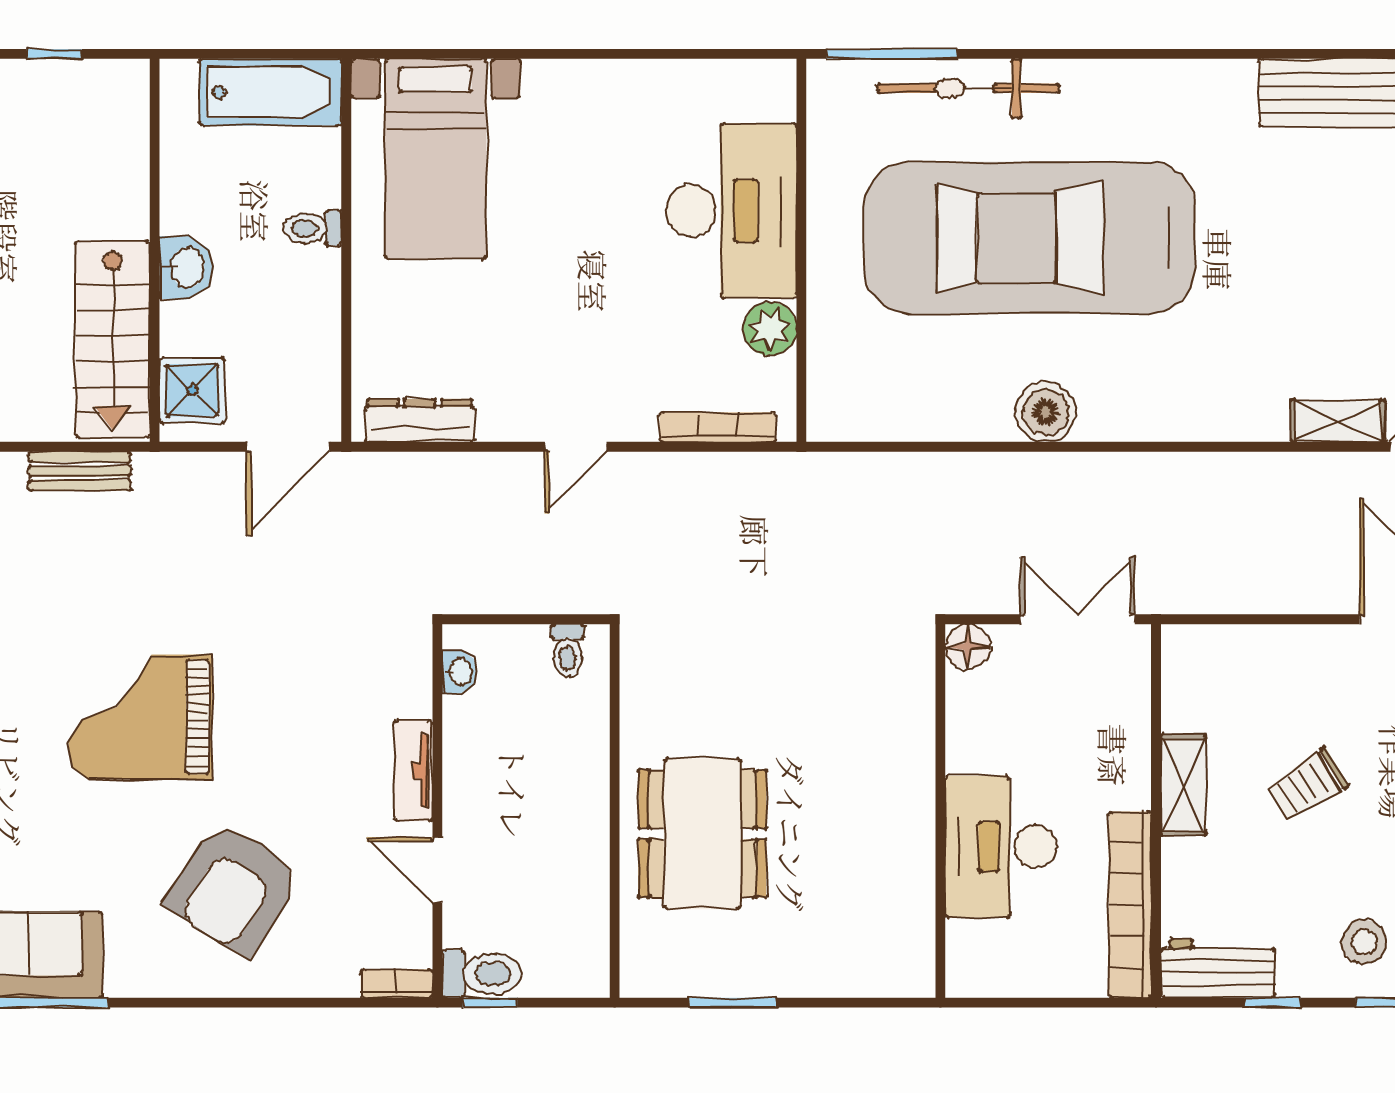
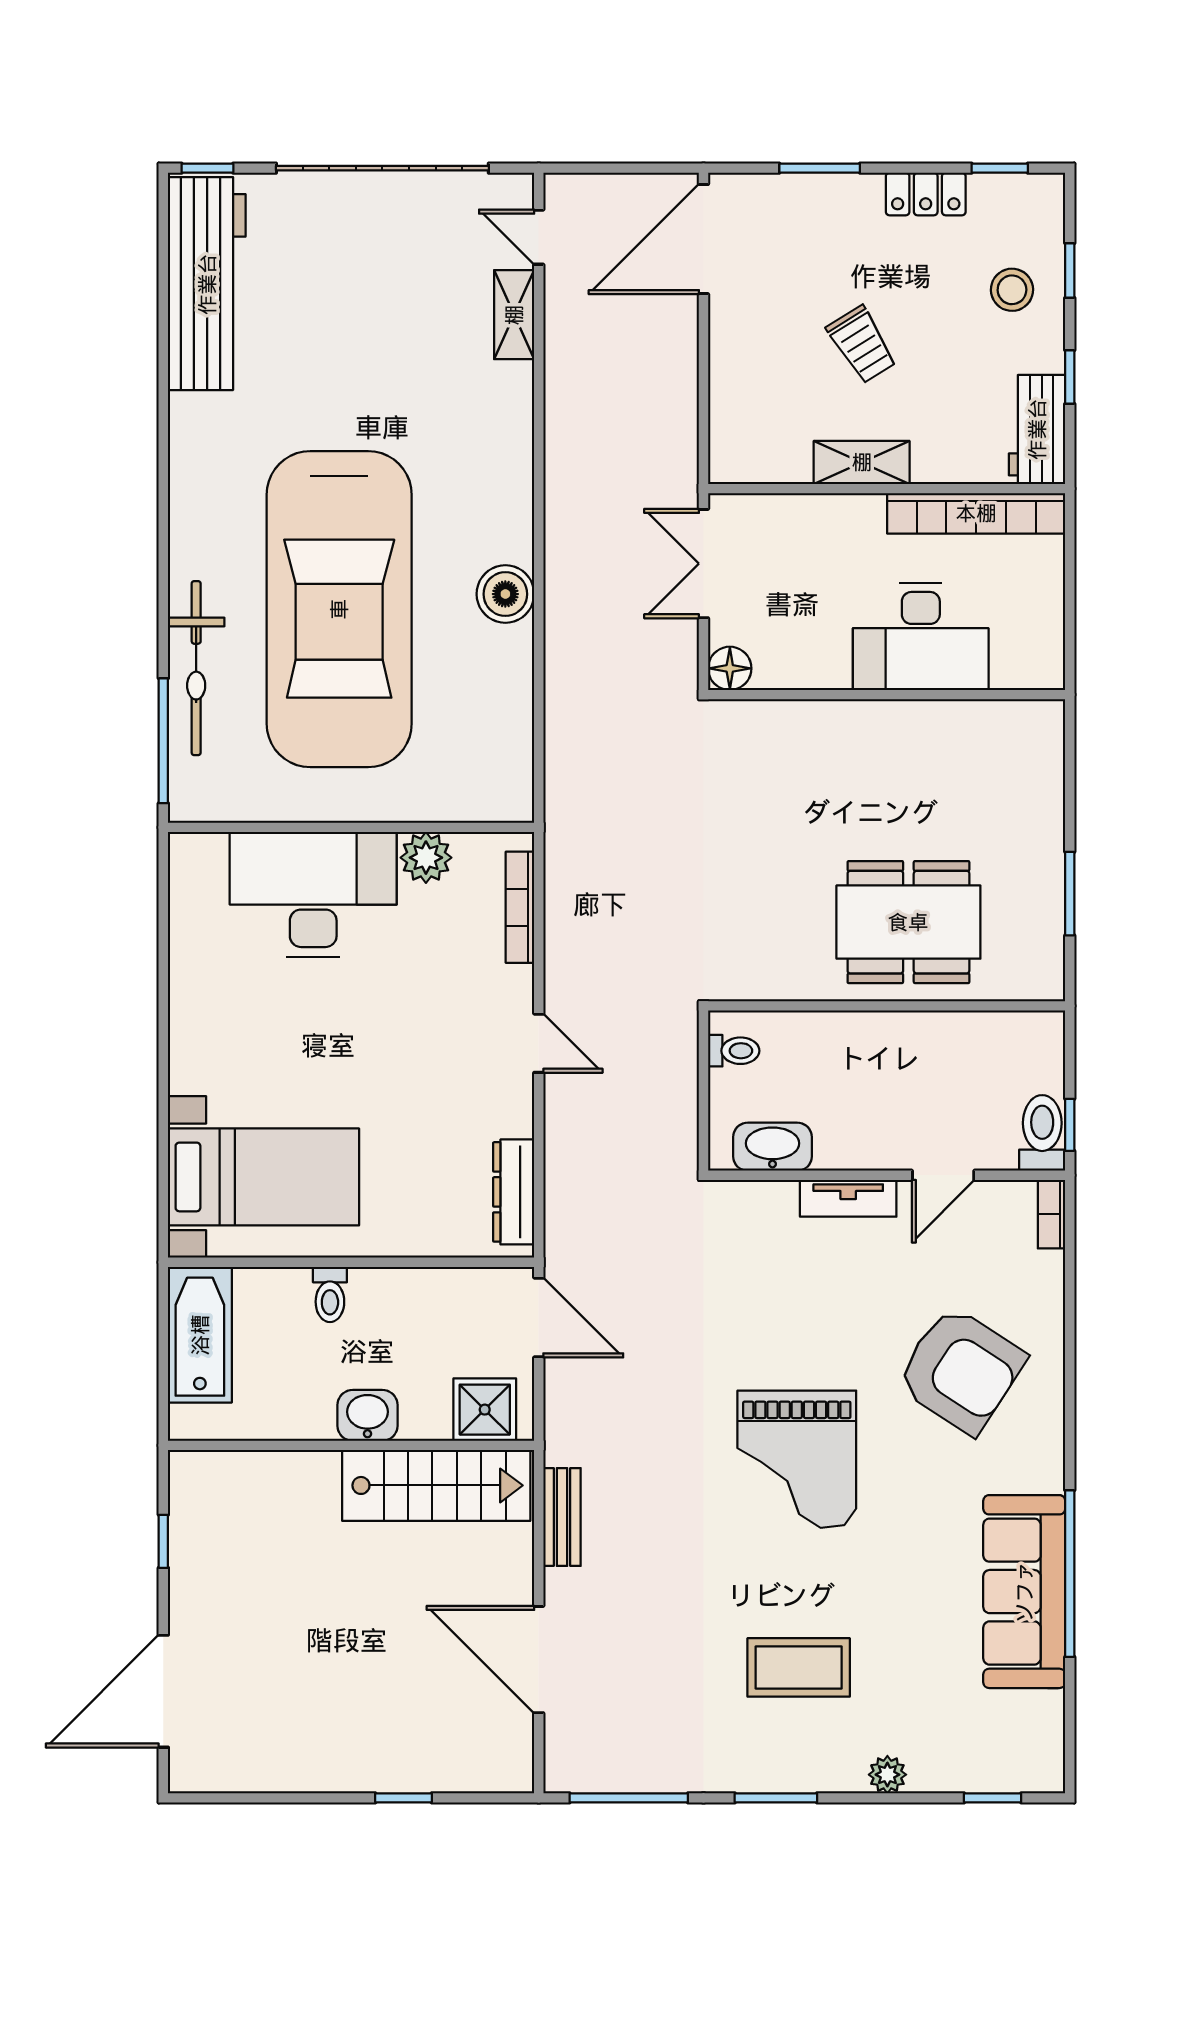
washbasin: (459, 672) -> (772, 1147), width x1.91, depth x1.45

